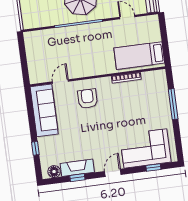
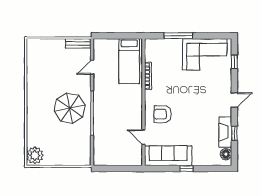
window: (35, 148) -> (187, 169), moved
corner sofa: (145, 148) -> (205, 54), moved, turned -90
door: (113, 173) -> (234, 100), swing flipped

